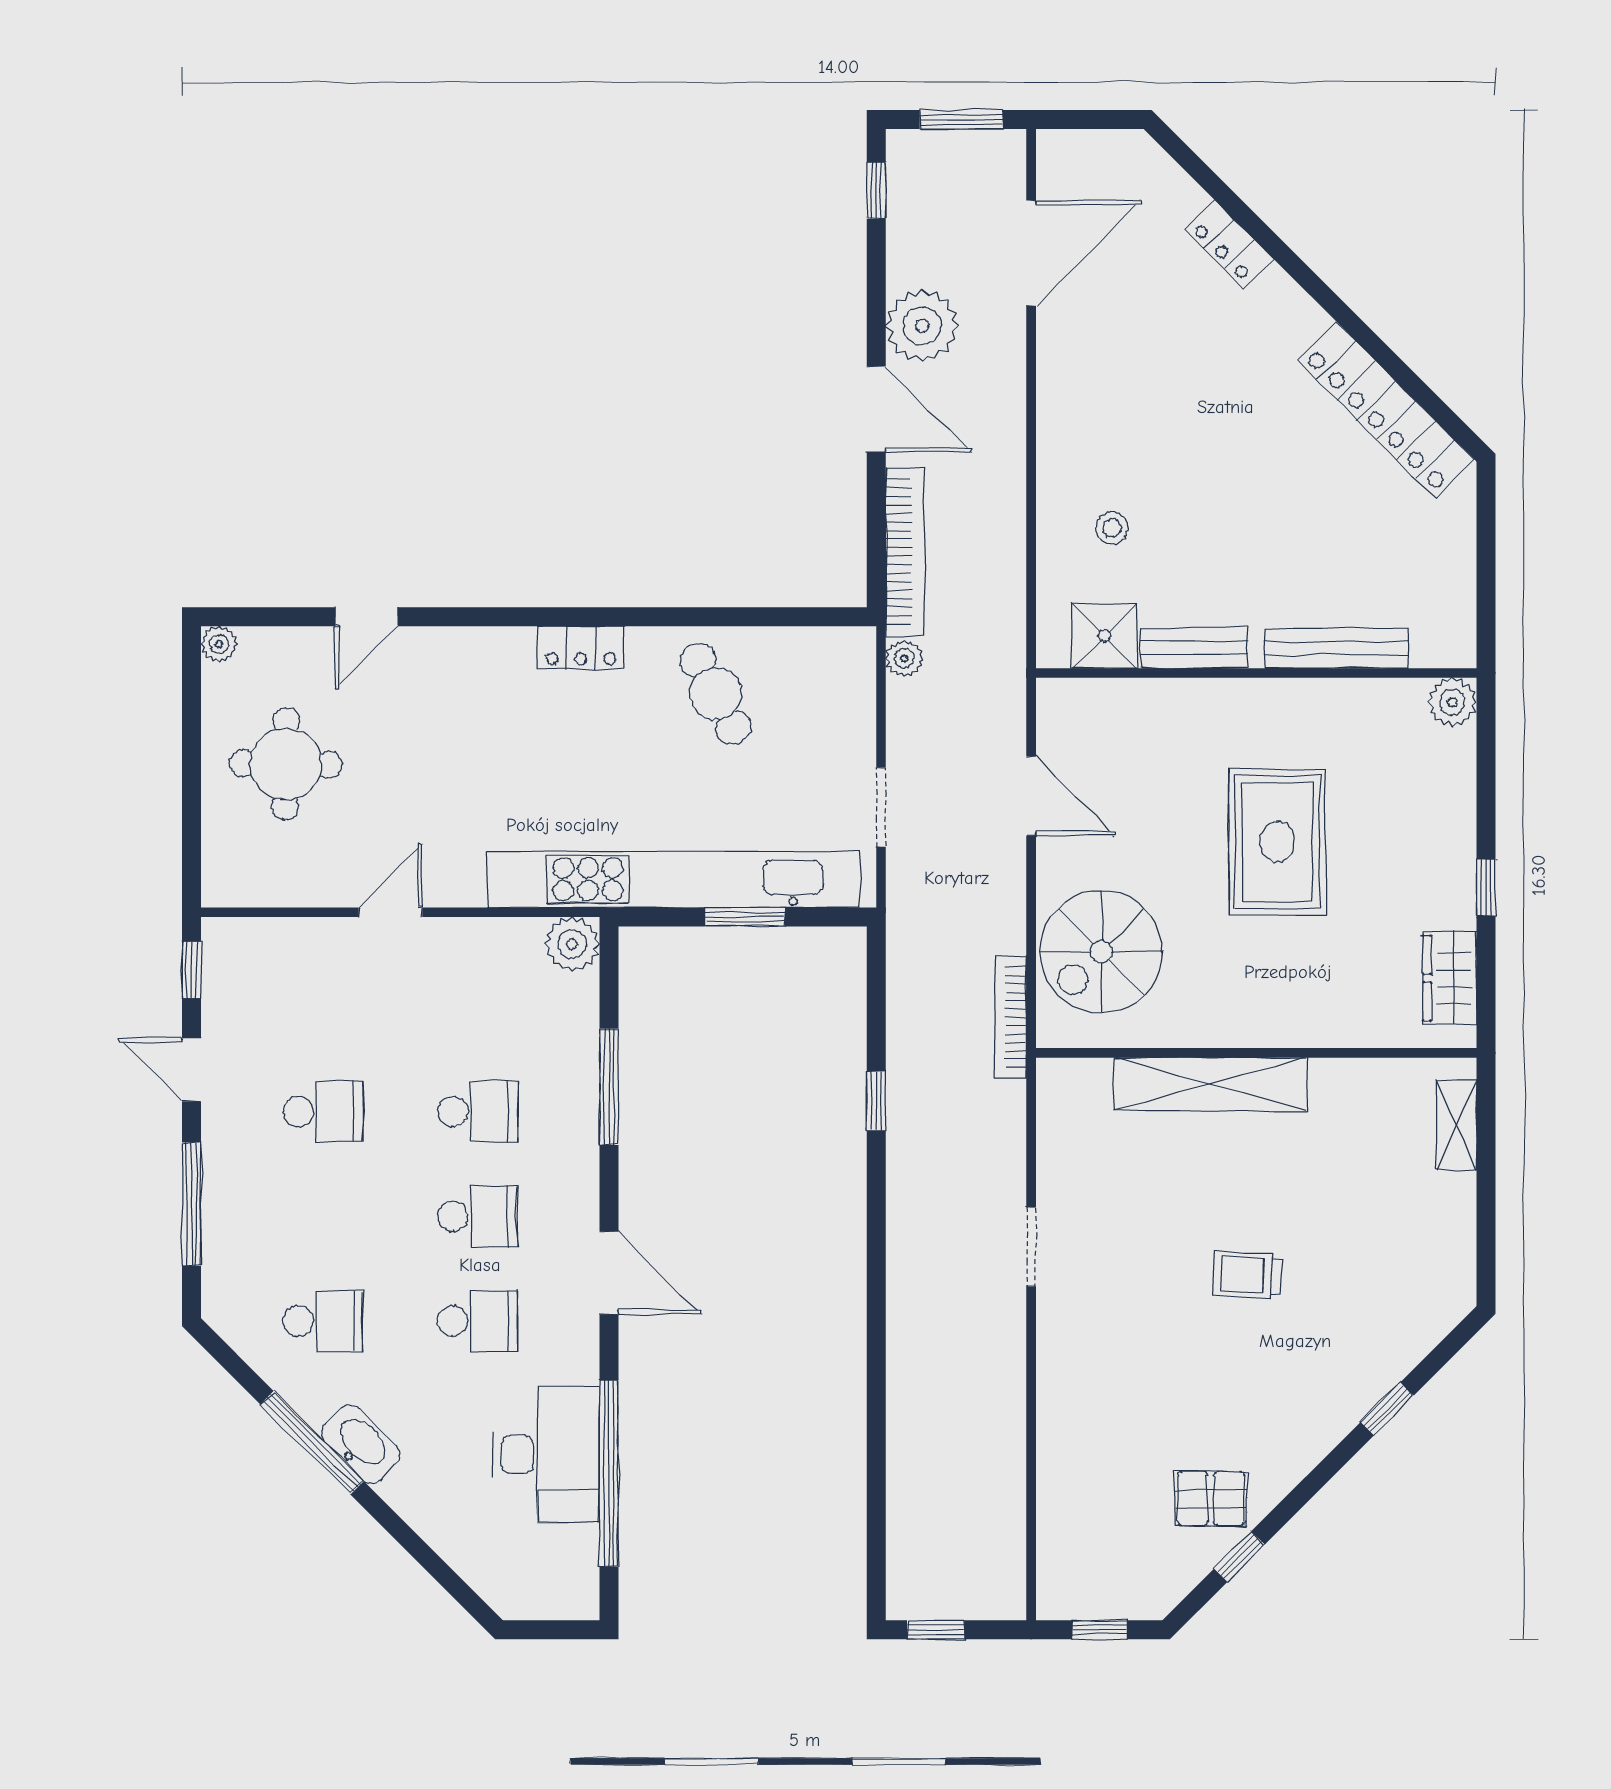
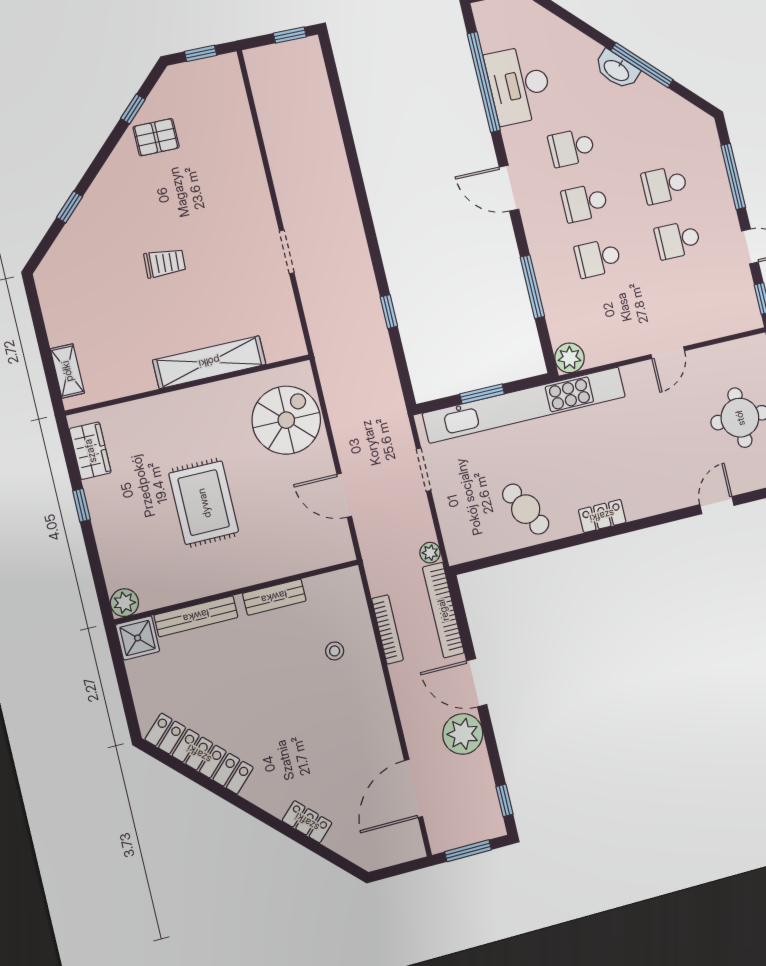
shower: (1104, 636) -> (138, 638), moved
bookcase: (1011, 1017) -> (388, 629), moved
school desk: (323, 1321) -> (665, 185), moved

